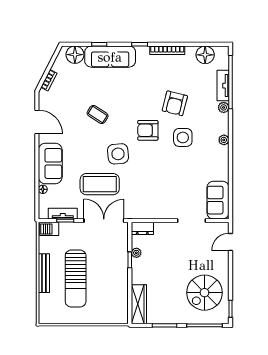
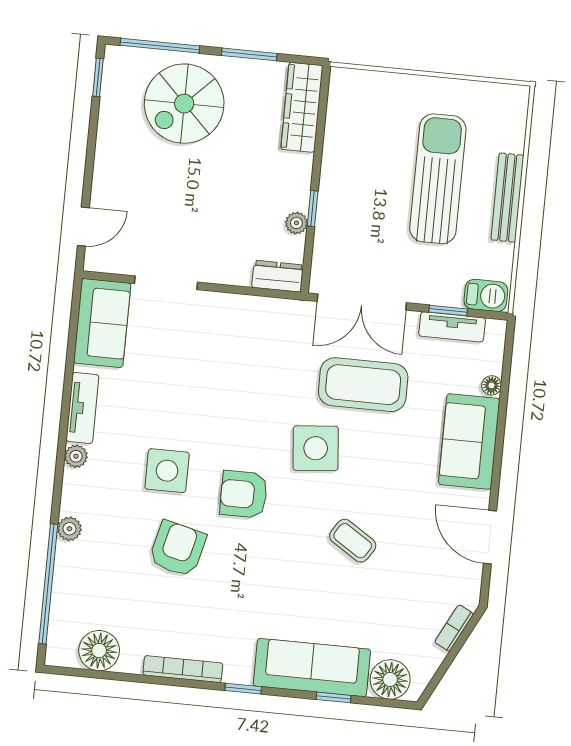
tv unit: (223, 86) -> (82, 408), moved
armchair: (148, 130) -> (244, 494), turned 180
spiral stairs: (204, 293) -> (184, 104), moved, turned 180

